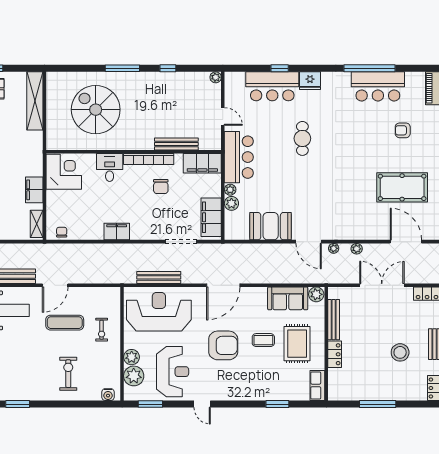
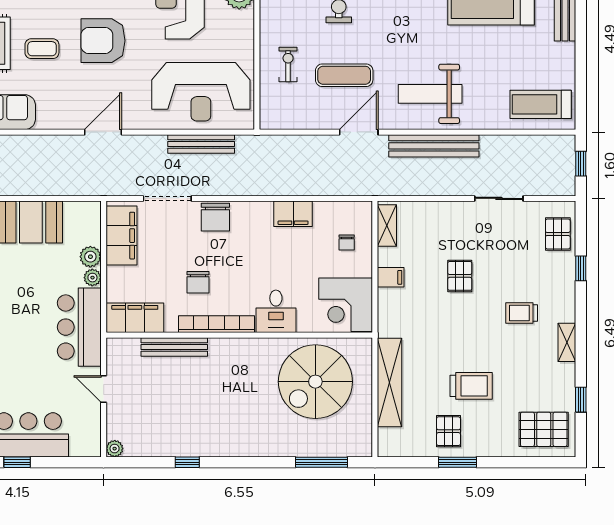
window: (122, 68) -> (322, 462), moved
shelving: (35, 101) -> (390, 382), moved
spiral stairs: (96, 110) -> (315, 382), moved, turned 90
chair: (161, 187) -> (198, 282), turned 180
filing cabinet: (34, 190) -> (391, 277), width x0.50
chair: (149, 229) -> (215, 217), added
chair: (62, 232) -> (347, 242), moved
filing cabinet: (117, 232) -> (293, 214), moved
door: (223, 285) -> (103, 132), width x0.73
plant: (132, 357) -> (243, 23), removed

